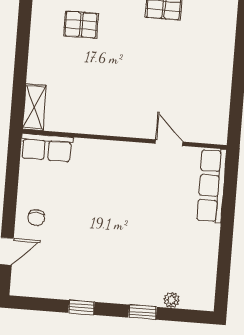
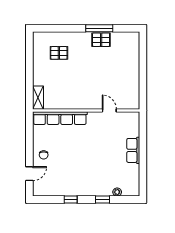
row of seats: (47, 148) -> (60, 118), width x2.02
row of seats: (212, 186) -> (133, 150), moved, width x0.68

